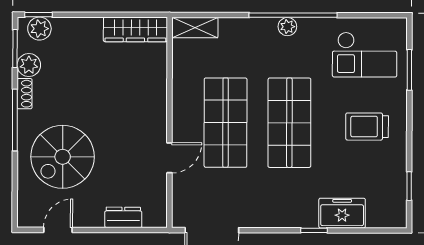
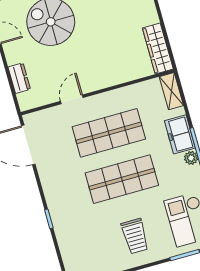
trolley: (367, 127) -> (135, 236), turned 180
door: (169, 158) -> (72, 99), swing flipped
freezer: (342, 213) -> (180, 134), moved, turned 180

